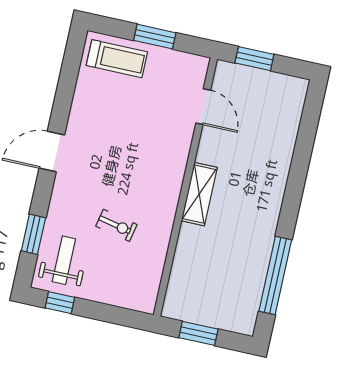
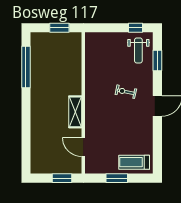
shelving: (199, 194) -> (75, 112), moved
exercise bike: (116, 225) -> (126, 92), moved

